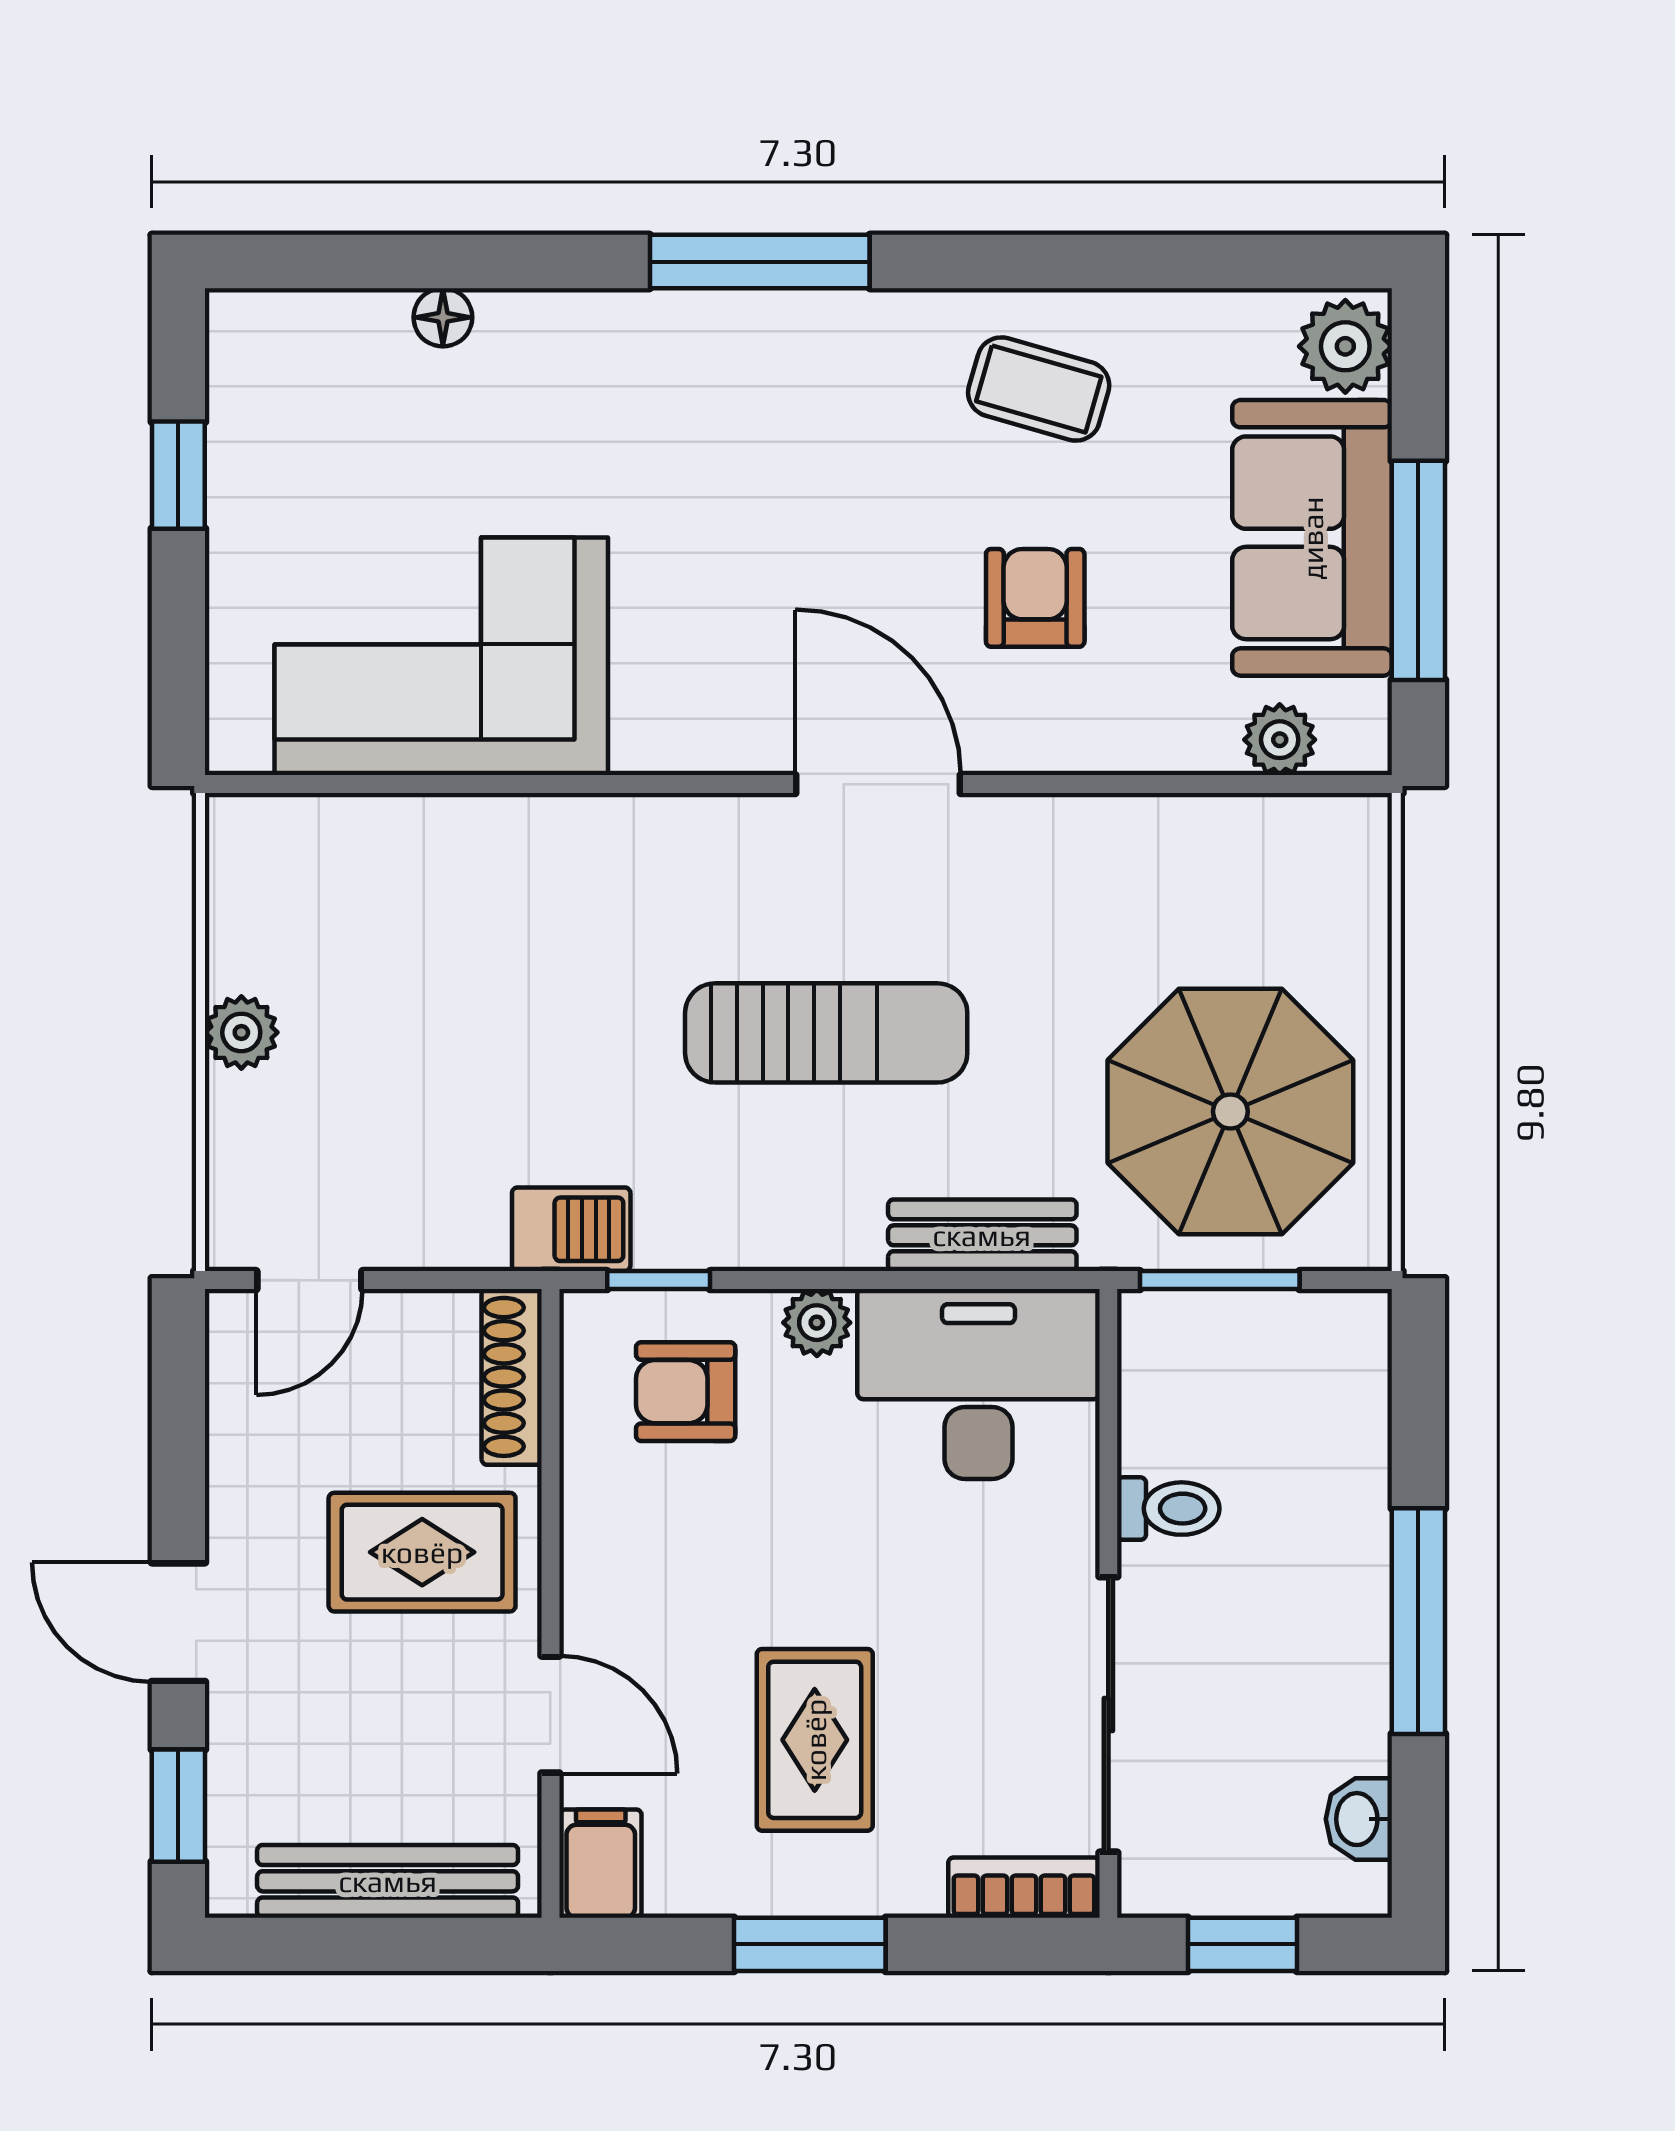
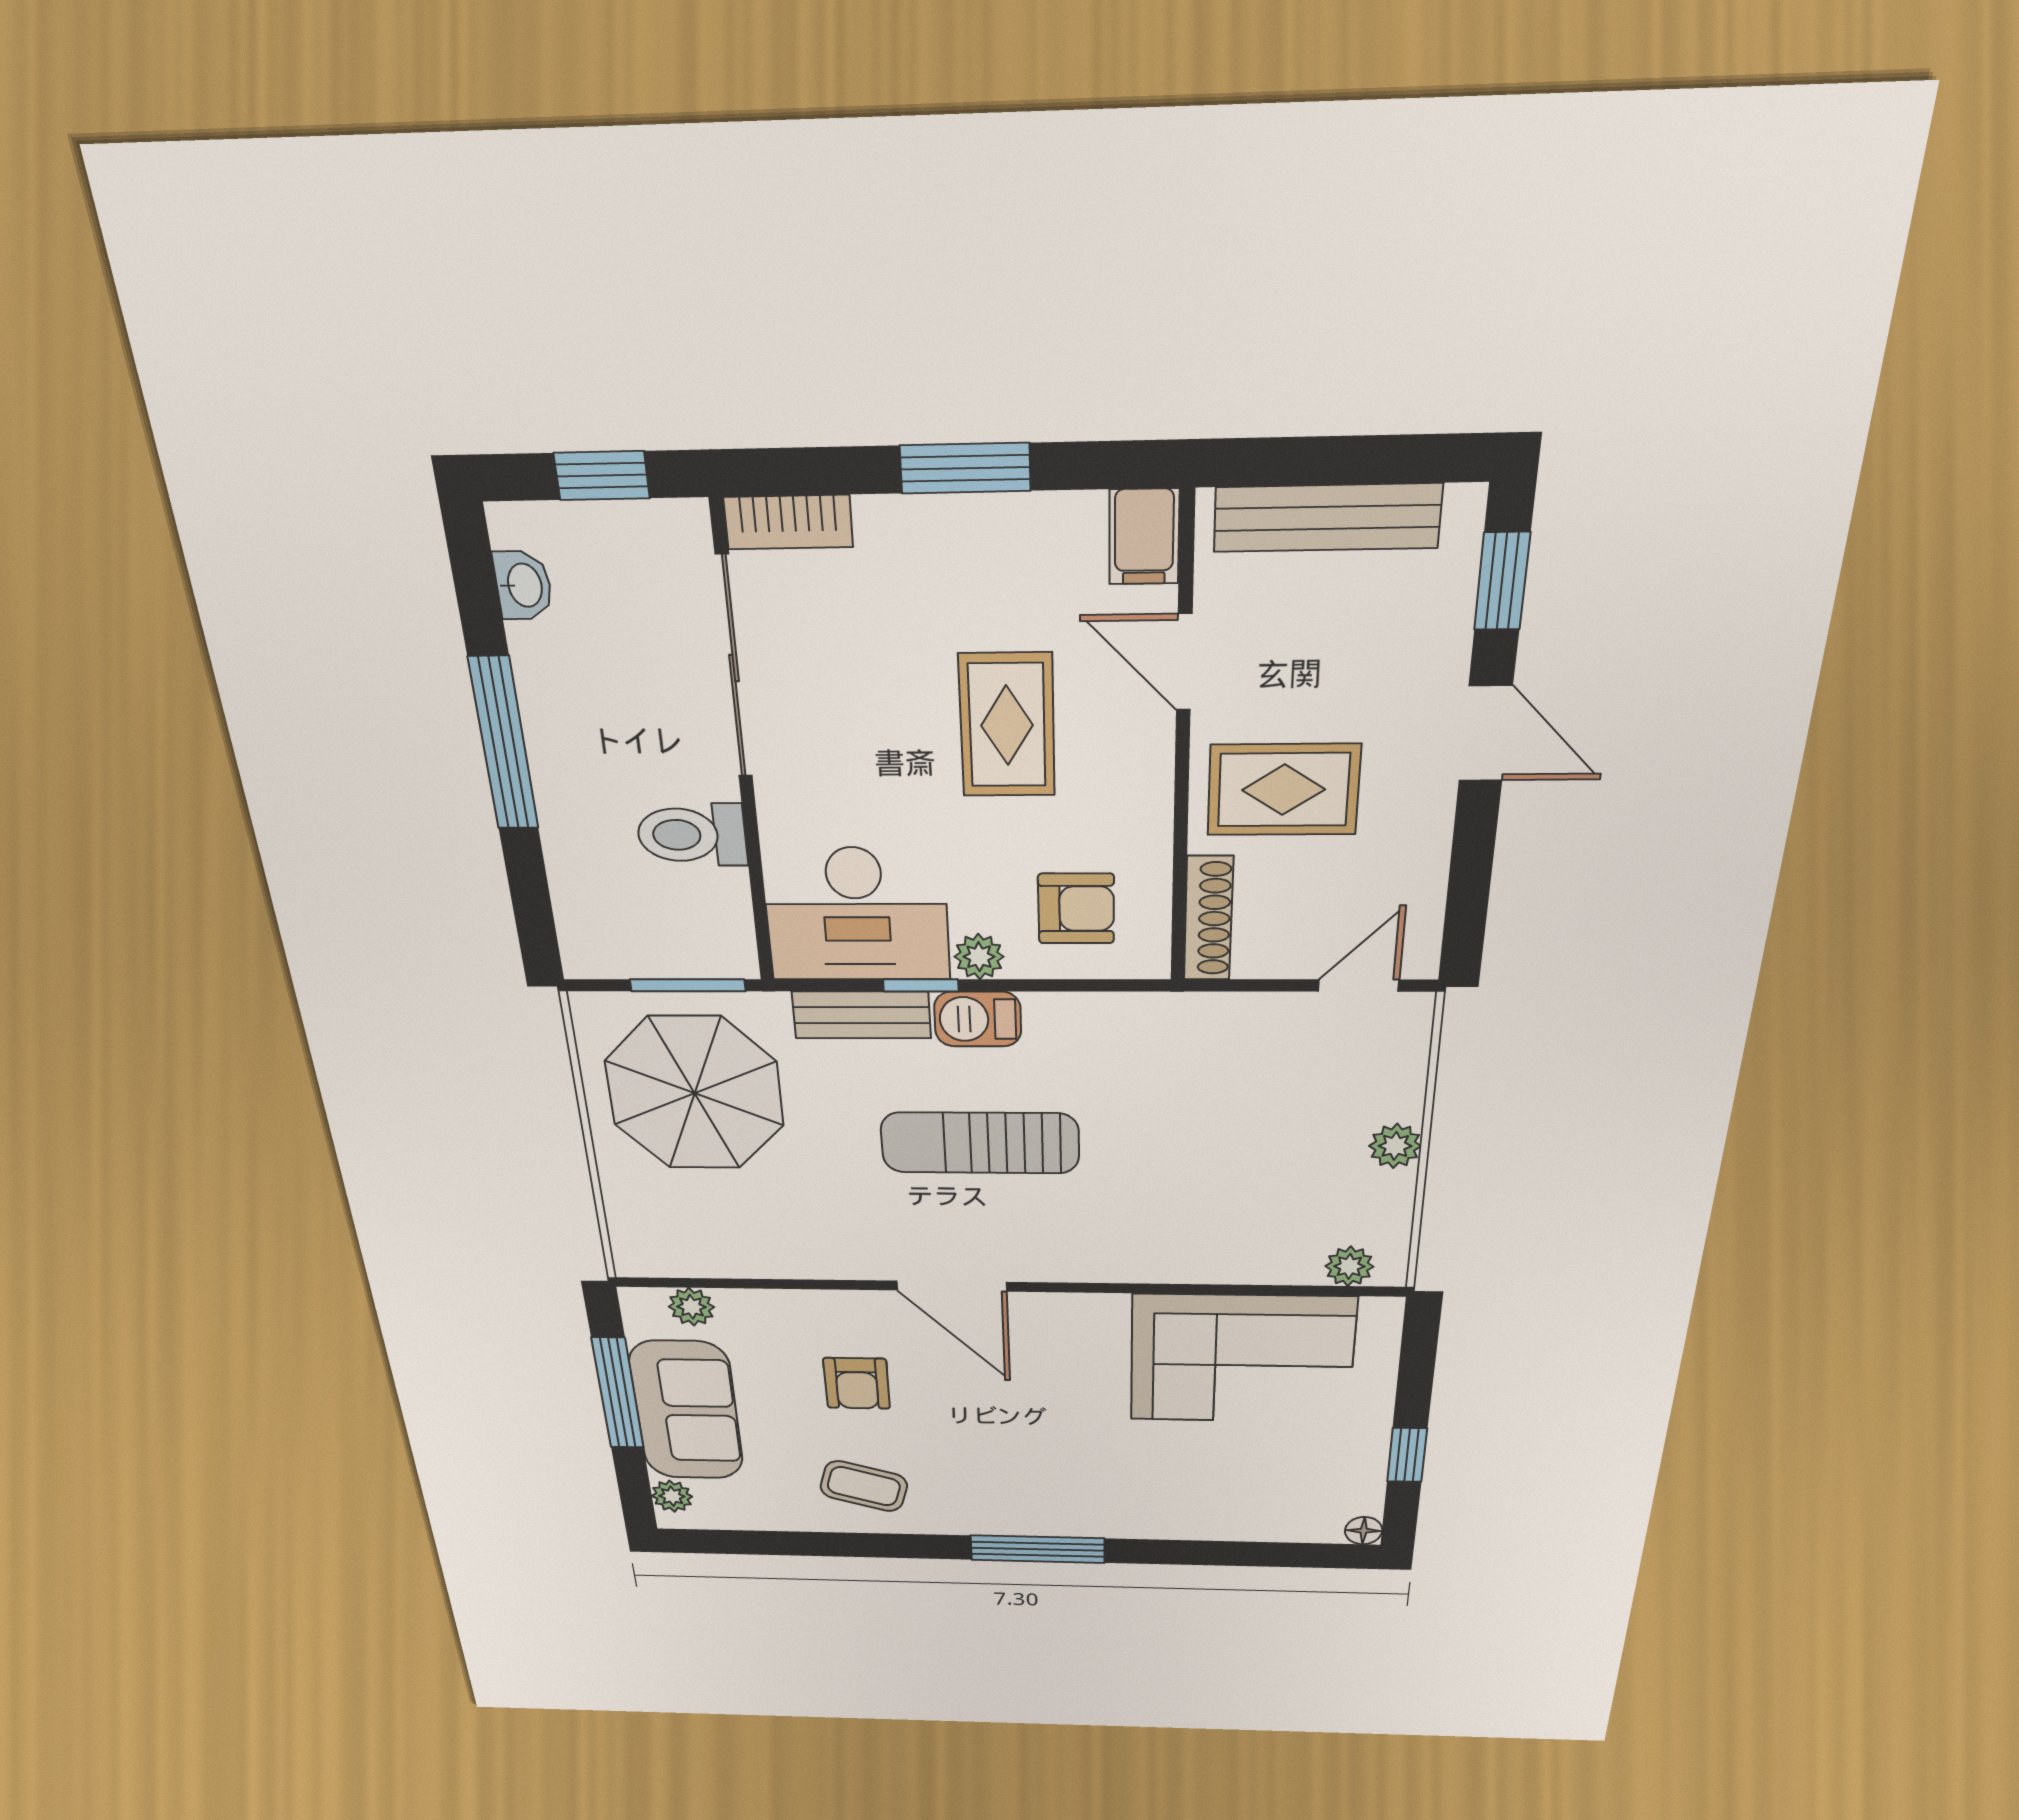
floor lamp: (443, 317) -> (1364, 1531), moved
plant: (1345, 346) -> (672, 1496), width x0.73, depth x0.73
plant: (291, 828) -> (1349, 1266), added
barbecue: (571, 1229) -> (978, 1019), moved
window: (659, 1280) -> (921, 985), moved
toilet: (1168, 1509) -> (692, 835), width x1.37, depth x1.39
rug: (815, 1740) -> (1007, 725), moved

